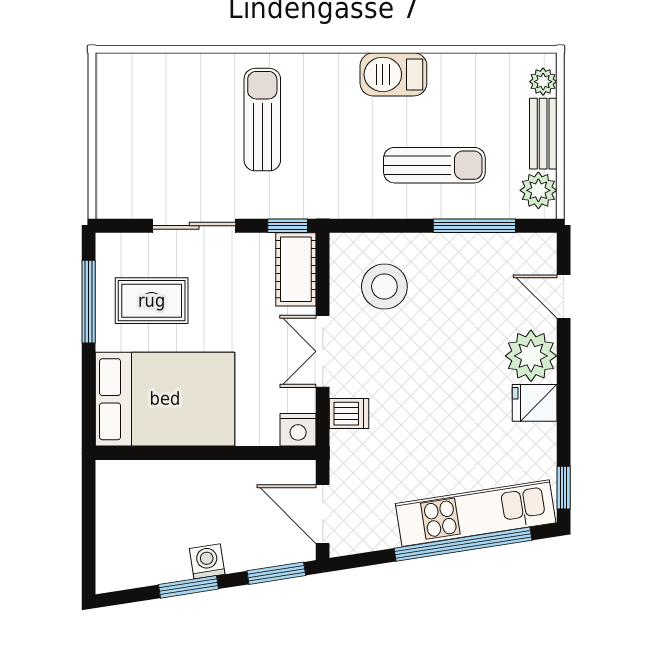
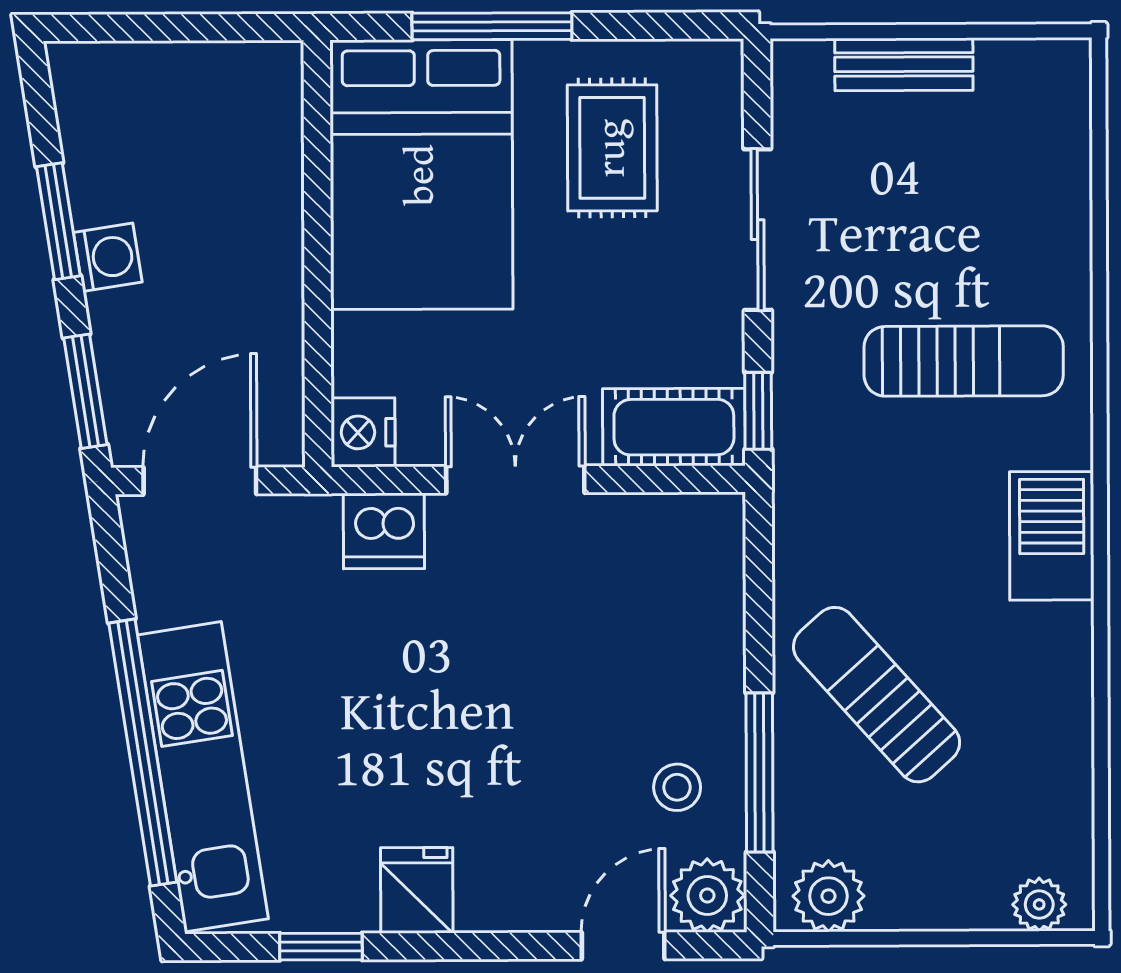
barbecue: (393, 74) -> (1052, 536), moved
bench: (543, 134) -> (904, 64), moved
sun lounger: (434, 165) -> (877, 695), turned 138
stool: (384, 287) -> (677, 787), moved, width x0.53, depth x0.53
window: (89, 302) -> (492, 26), moved
plant: (531, 356) -> (707, 895), moved, width x0.73, depth x0.73
dishwasher: (349, 414) -> (384, 531), width x1.38
window: (564, 488) -> (321, 947), moved

